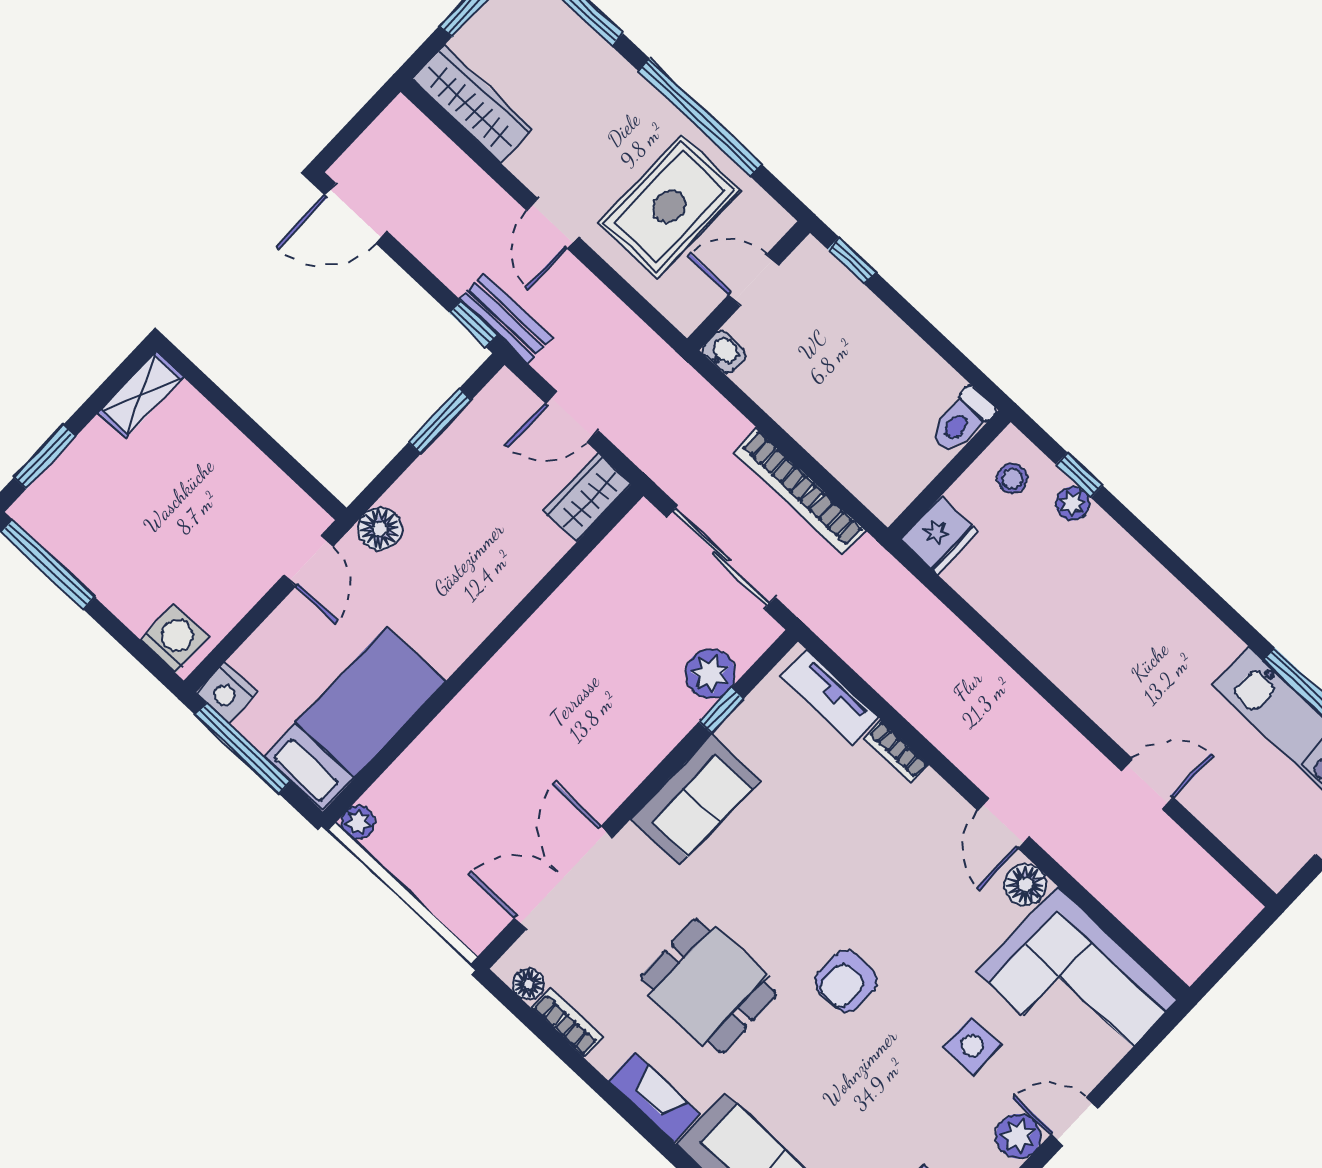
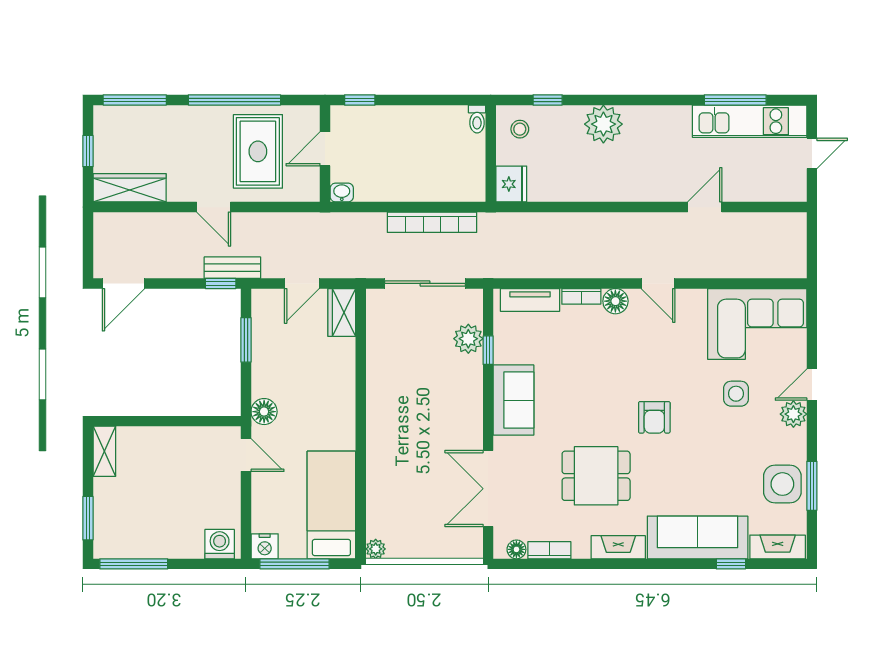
toilet: (962, 420) -> (477, 119), width x0.73, depth x0.72
plant: (1073, 504) -> (603, 124), moved, width x1.87, depth x1.87
floor lamp: (1026, 885) -> (615, 301), moved

